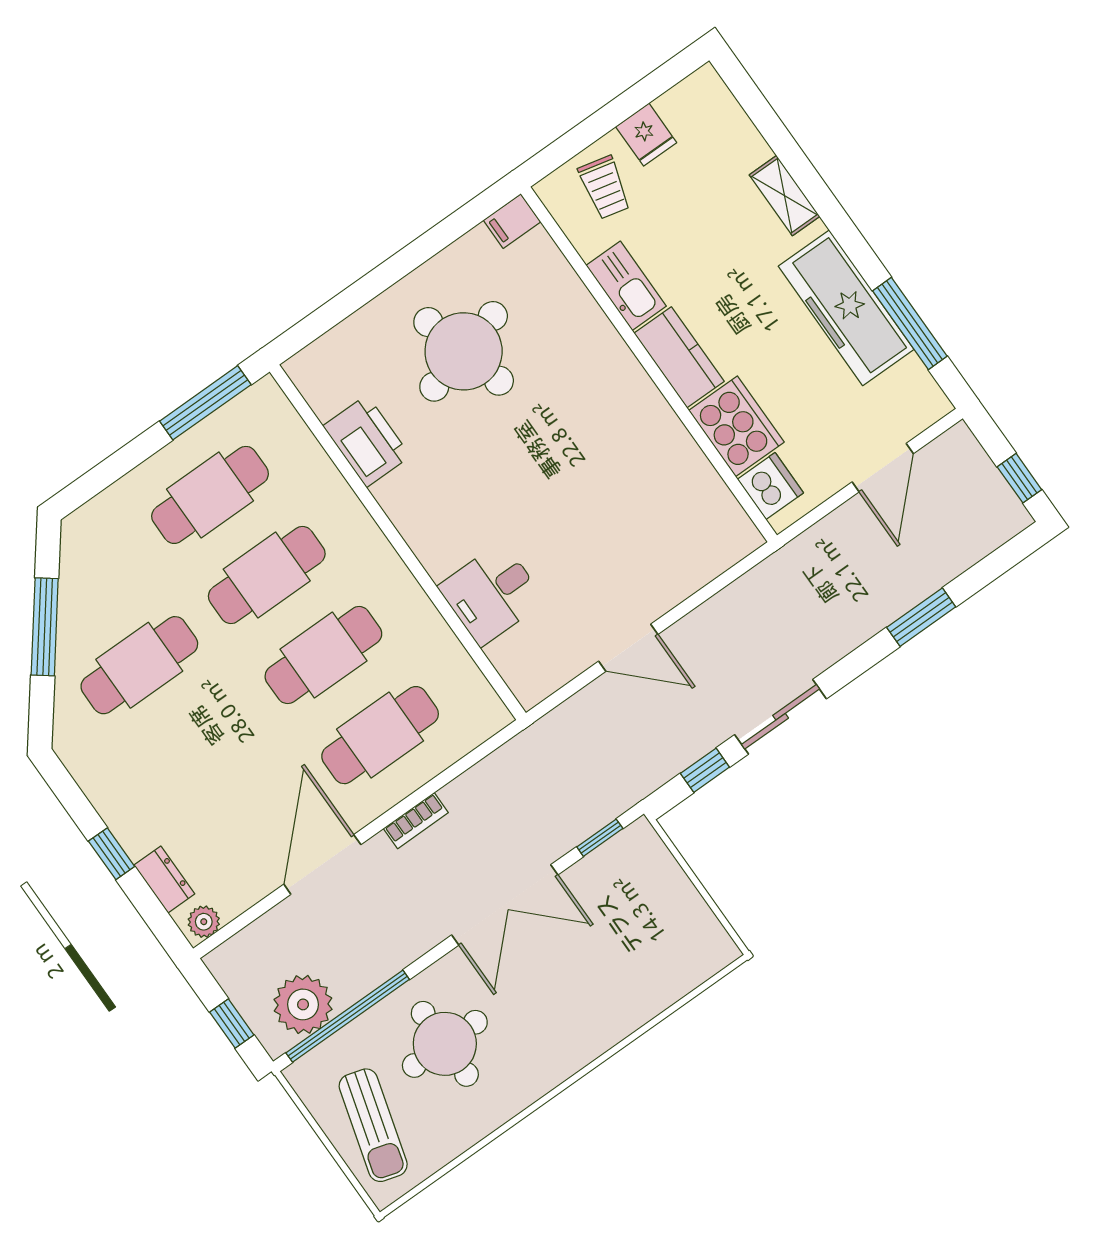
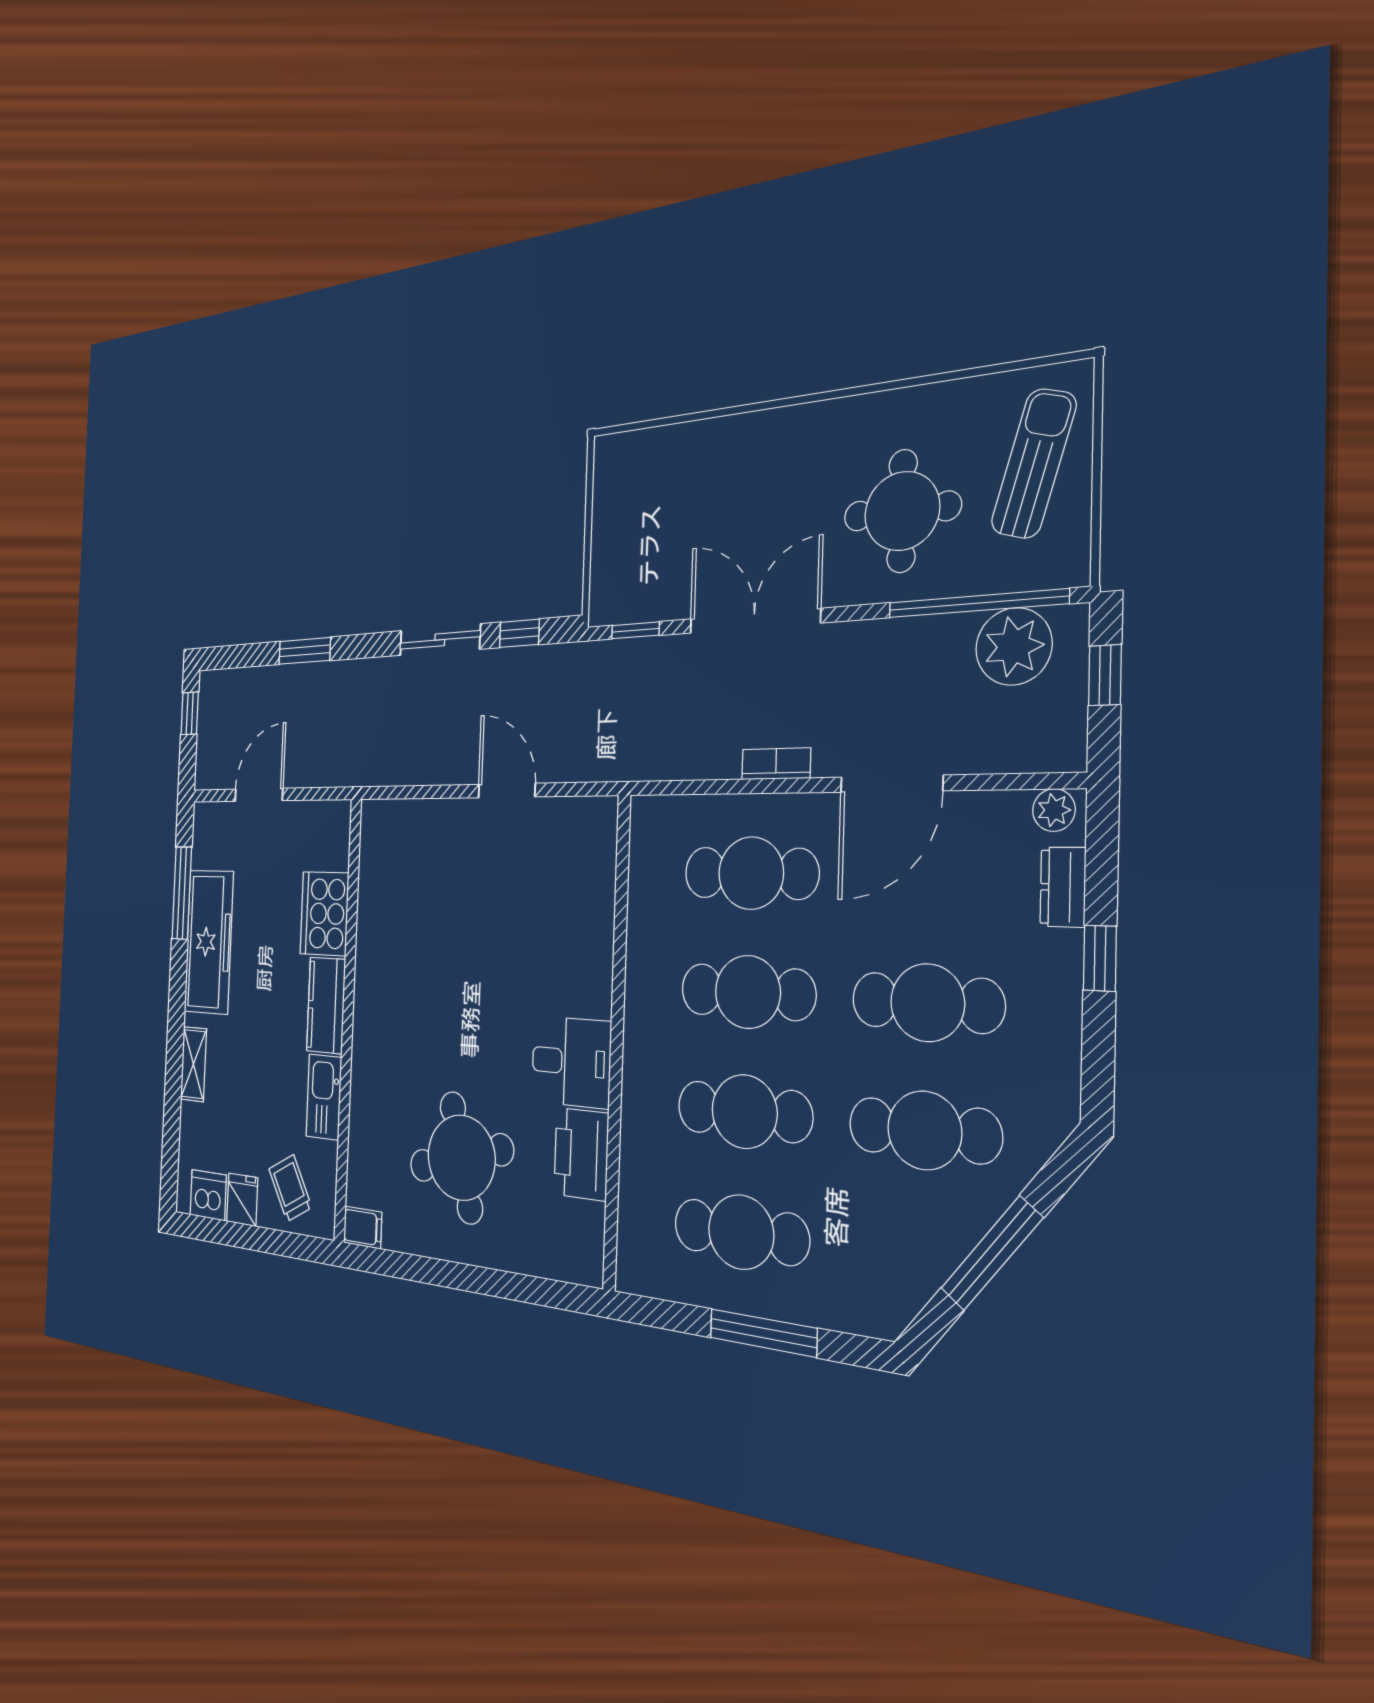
trolley: (605, 187) -> (290, 1188), turned -42
window: (205, 403) -> (763, 1333), moved
dishwasher: (770, 486) -> (208, 1195), moved, turned 90
desk: (492, 594) -> (571, 1062), moved
cafe table: (196, 745) -> (927, 1003), added

